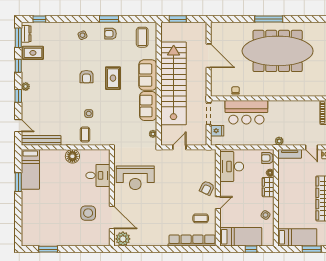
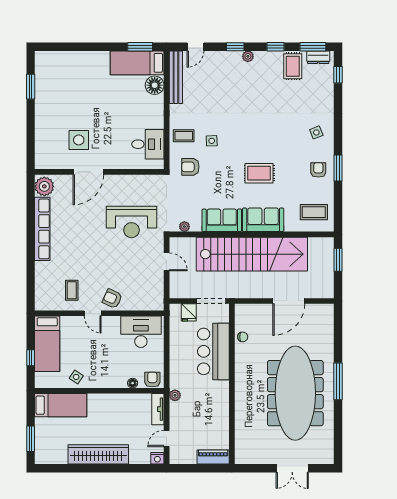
armchair: (86, 77) -> (190, 167), moved
floor lamp: (72, 156) -> (155, 85), moved
desk: (98, 175) -> (148, 144), moved, turned -90
reception desk: (135, 178) -> (131, 222), moved, turned -90
window: (18, 182) -> (140, 47), moved
wardrobe: (268, 187) -> (113, 380), removed
door: (112, 217) -> (88, 172), moved
bed: (297, 237) -> (61, 405), moved, turned -90
row of seats: (192, 240) -> (42, 229), moved

